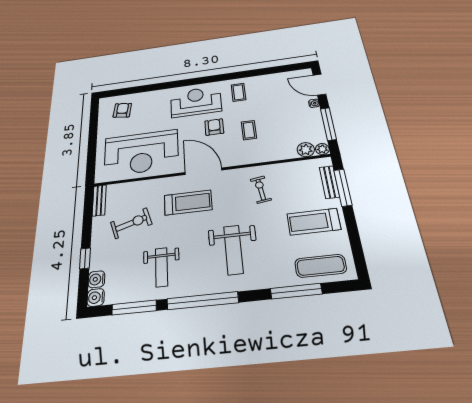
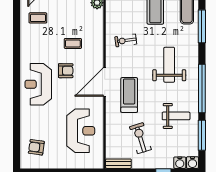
coffee table: (238, 92) -> (38, 18), moved
armchair: (214, 127) -> (66, 71), turned 180
reception desk: (141, 153) -> (81, 131), width x0.74, depth x0.77
weight bench: (233, 250) -> (169, 65), turned -90

